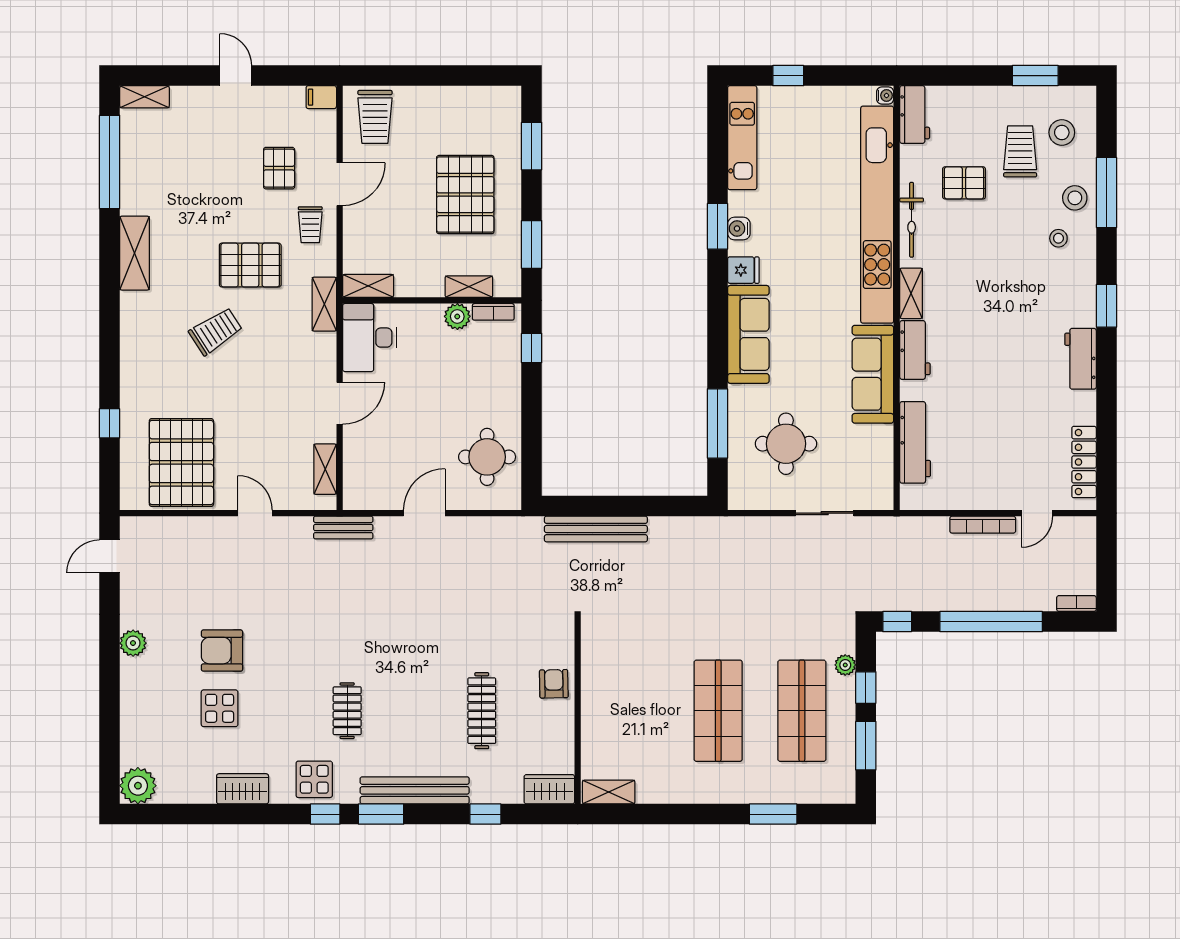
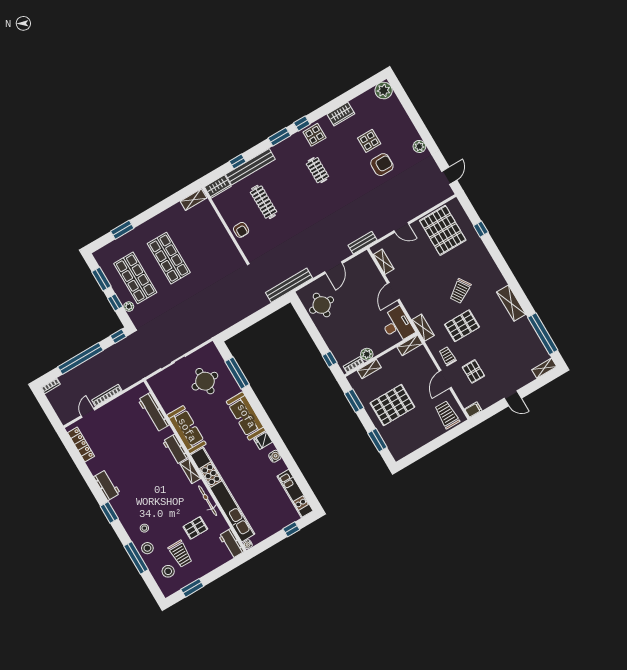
pallet: (465, 195) -> (392, 405), turned 90
window: (717, 226) -> (284, 452), removed
bench: (596, 529) -> (289, 285), moved
bench: (415, 790) -> (250, 167), moved

